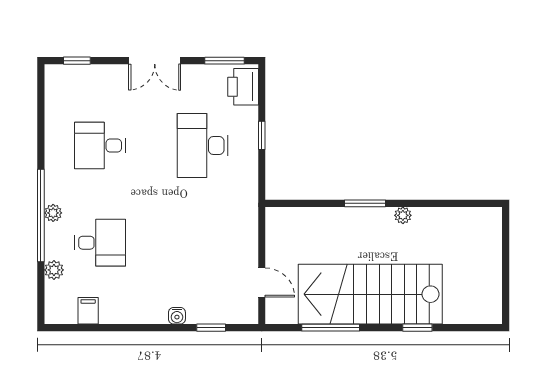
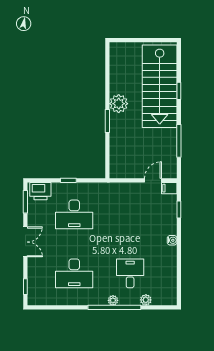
desk: (100, 145) -> (74, 273), width x1.37
plant: (403, 215) -> (119, 104), width x1.87, depth x1.87
stairs: (370, 294) -> (160, 86), moved
filing cabinet: (88, 311) -> (169, 188), moved
water cooler: (177, 316) -> (172, 240), moved

